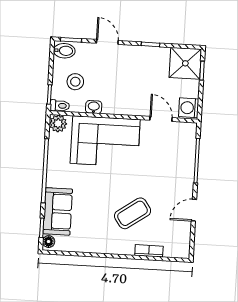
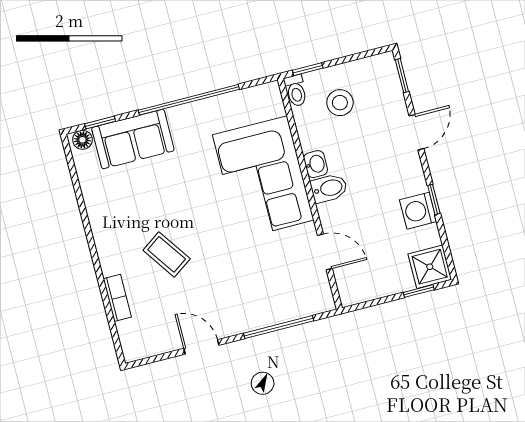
bidet: (64, 51) -> (329, 188), moved, turned -90
shower: (185, 63) -> (430, 267), width x0.73, depth x0.73
washbasin: (94, 107) -> (316, 164), moved
washing machine: (189, 108) -> (418, 211), moved, turned -90
door: (161, 119) -> (325, 252), hinge flipped
plant: (58, 123) -> (268, 97), removed
coffee table: (133, 213) -> (167, 254), width x0.73, depth x0.77

